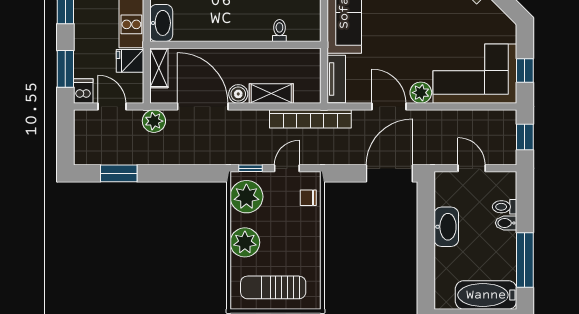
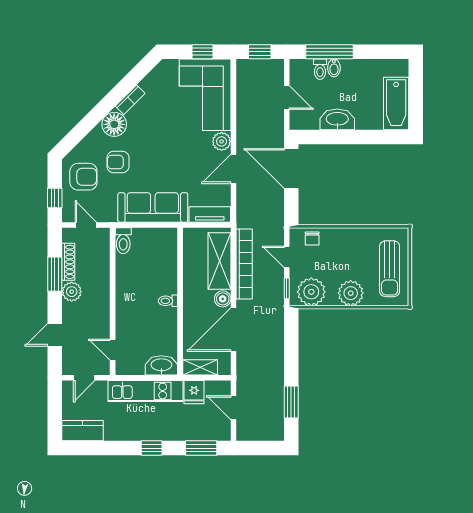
toilet: (279, 31) -> (168, 301), moved
dishwasher: (83, 91) -> (220, 433), removed
shelving: (271, 94) -> (219, 261), width x1.50, depth x1.33
door: (112, 106) -> (233, 408), hinge flipped
bookcase: (310, 119) -> (244, 264), moved
plant: (154, 121) -> (246, 372), removed
door: (472, 168) -> (287, 98), swing flipped
window: (525, 260) -> (330, 52), moved
bathtub: (486, 295) -> (396, 103), moved

